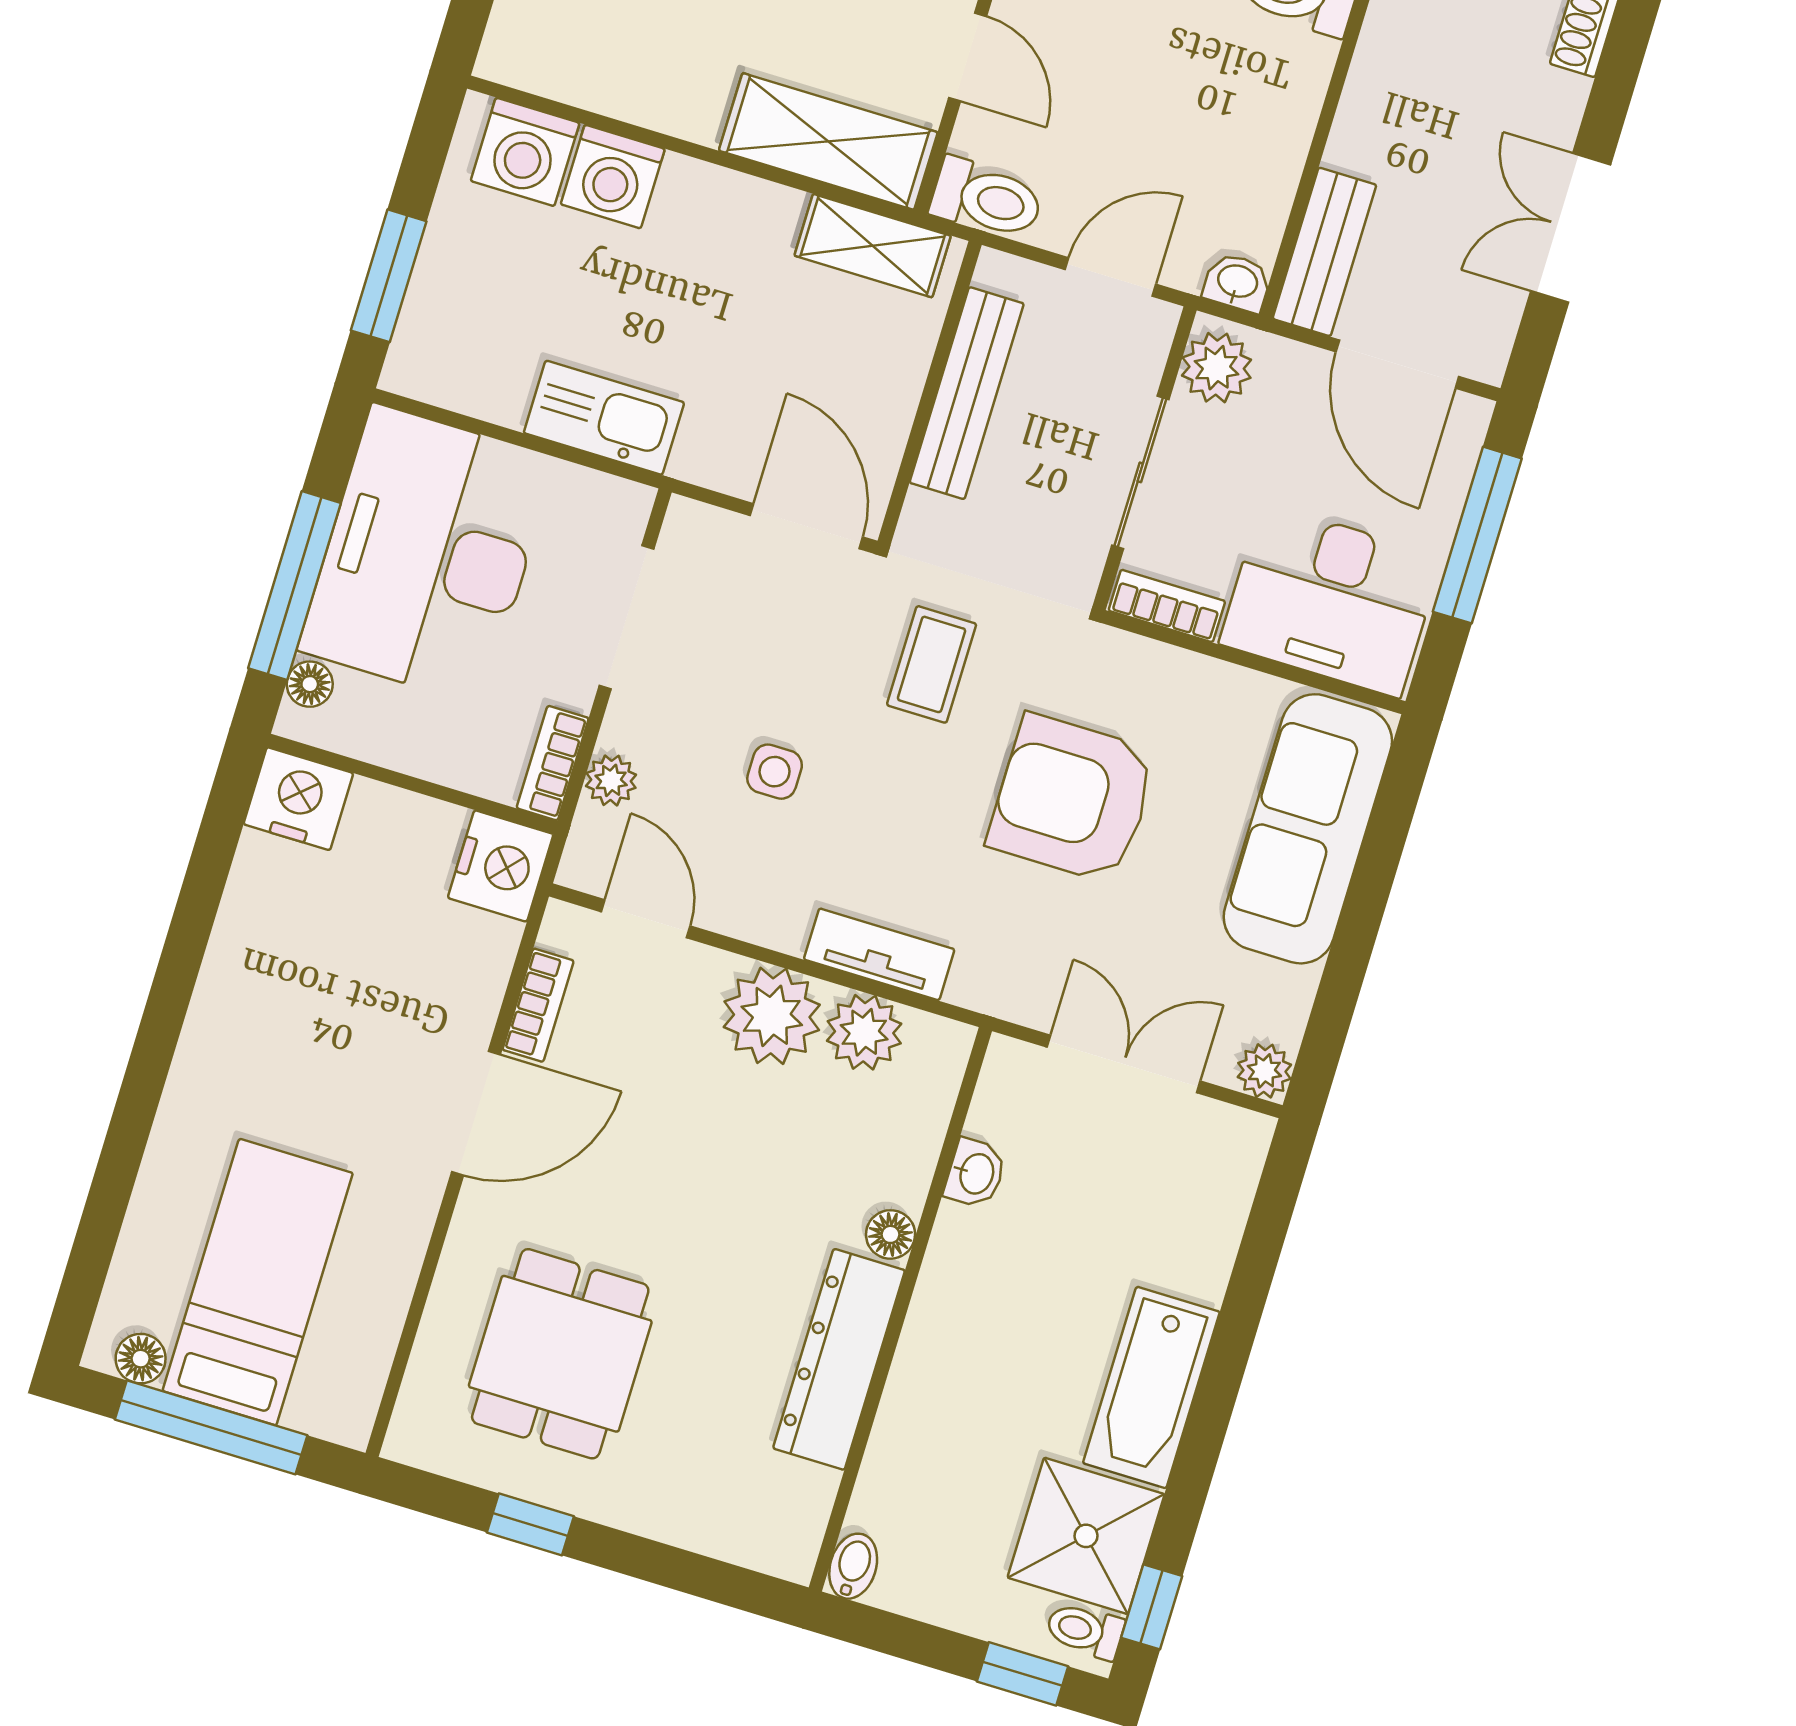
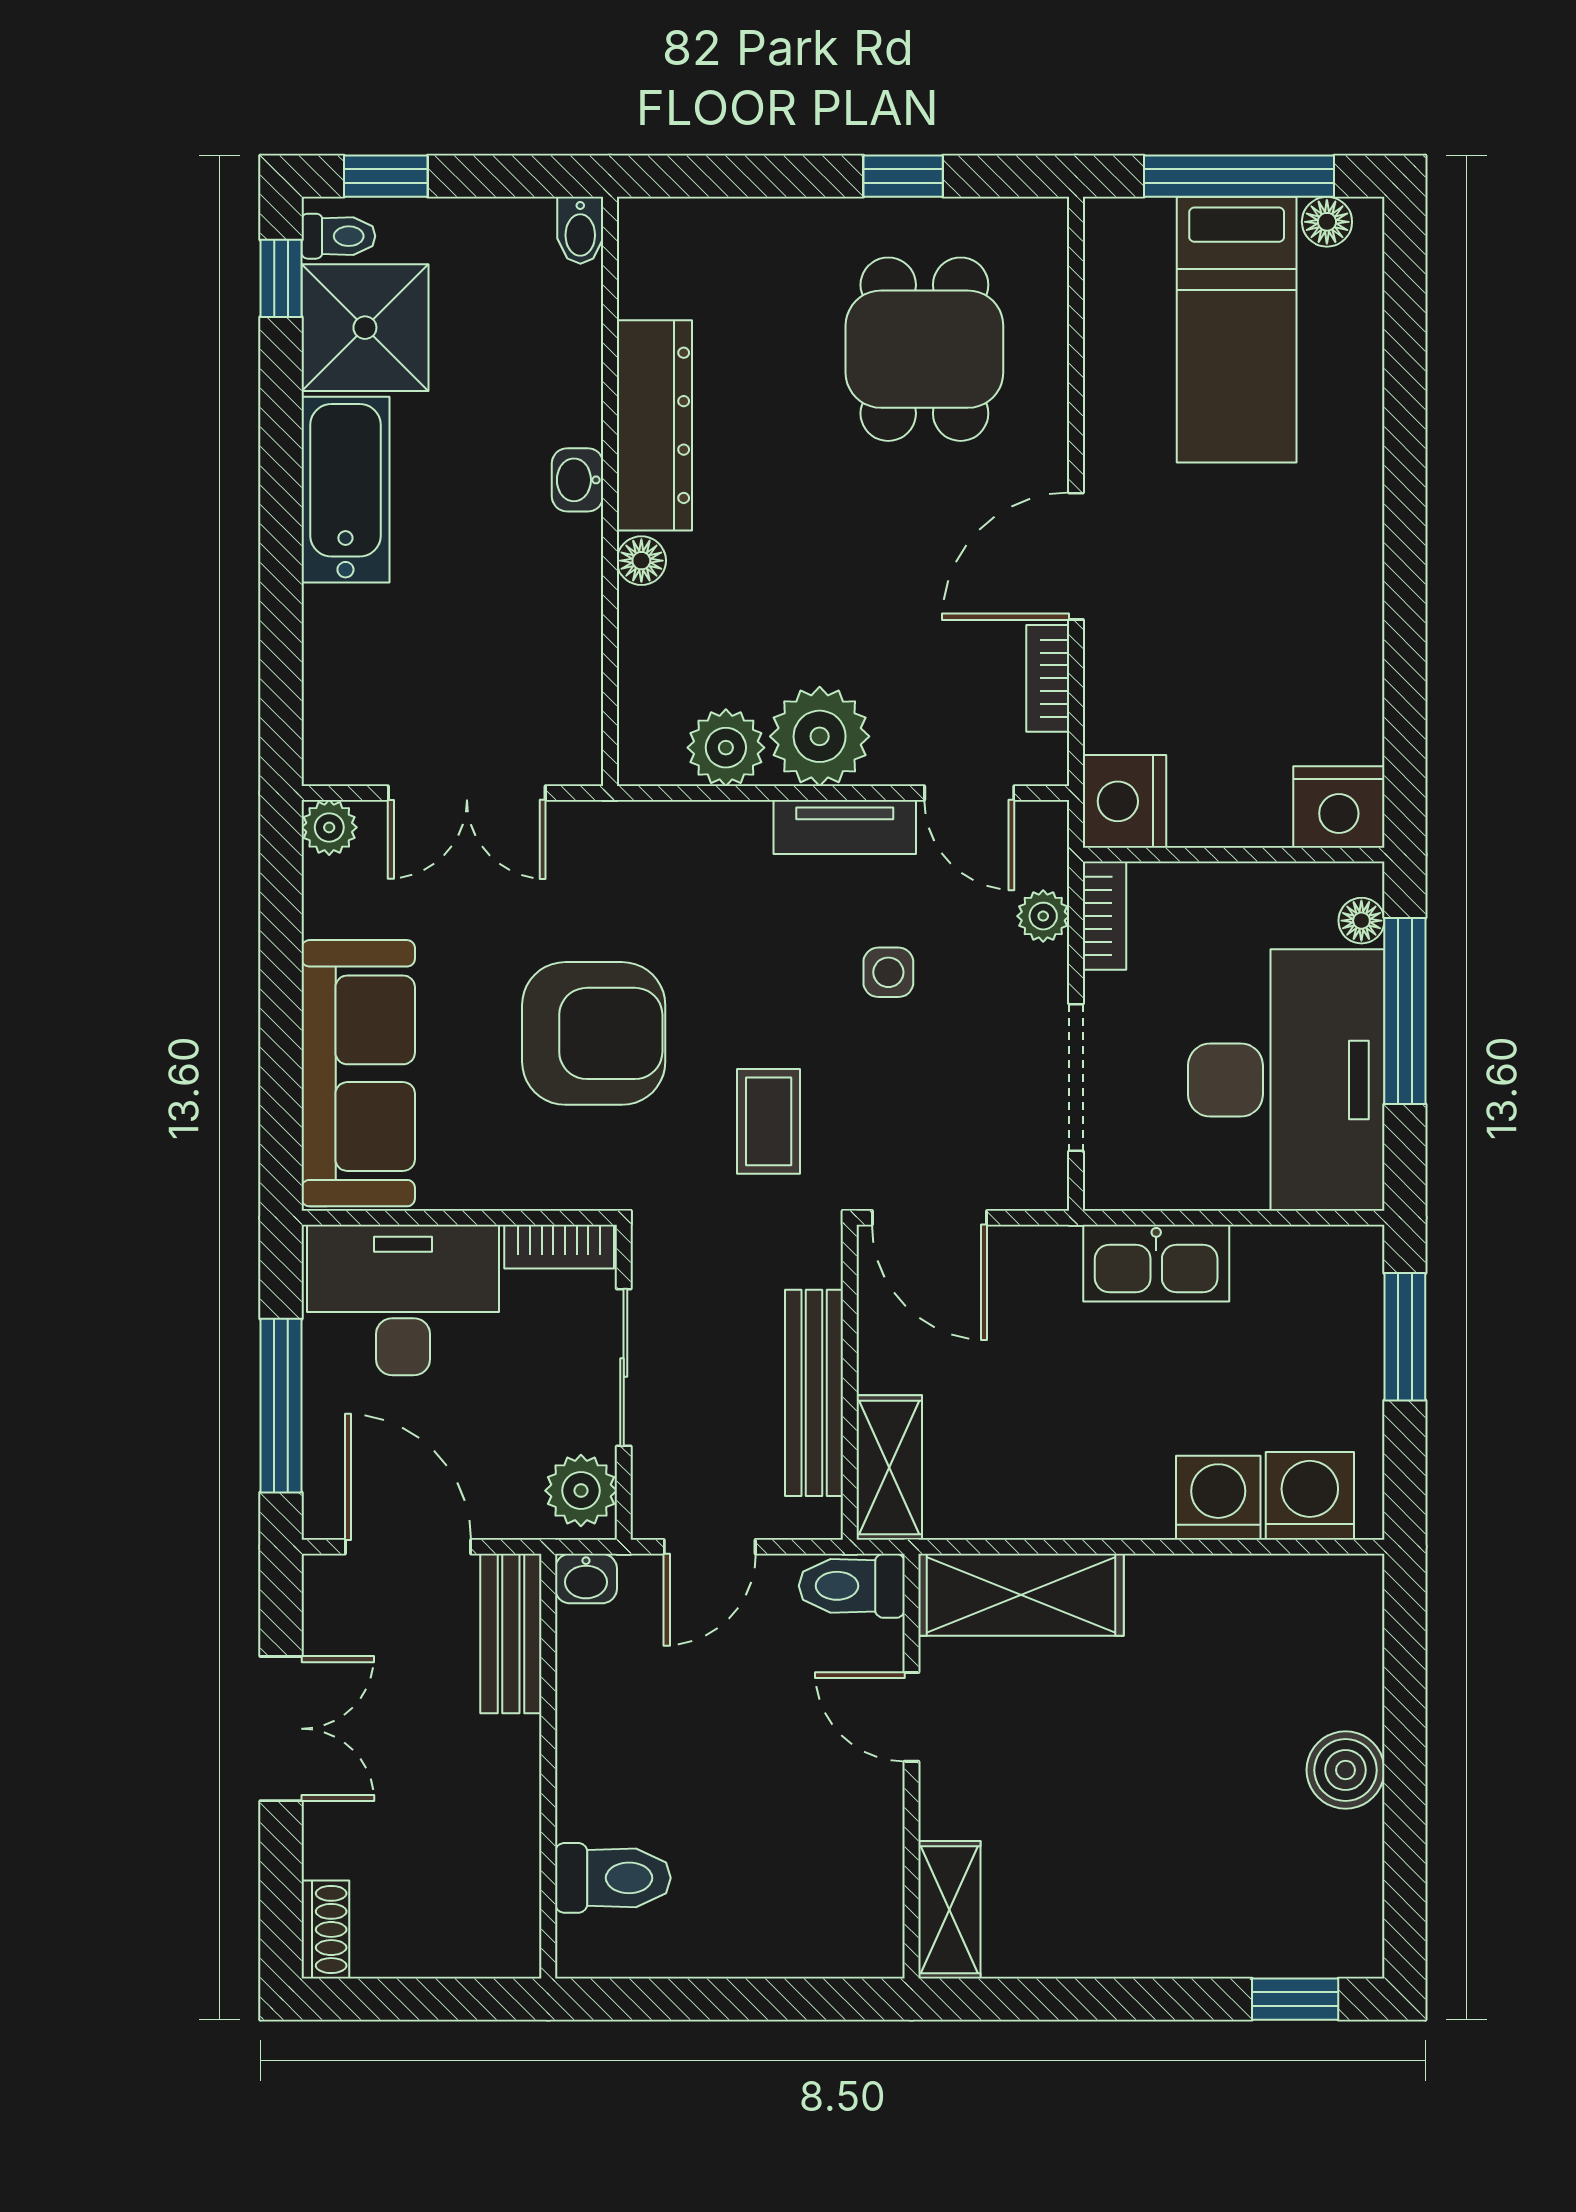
shelving: (873, 246) -> (889, 1468), moved, turned 90
tv unit: (879, 954) -> (845, 827), moved
washbasin: (975, 1173) -> (578, 480), moved

